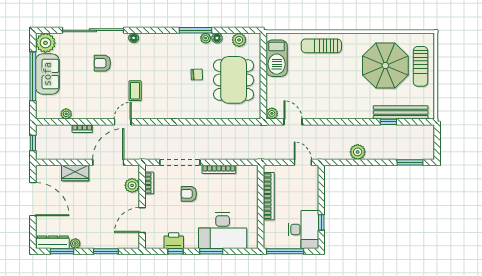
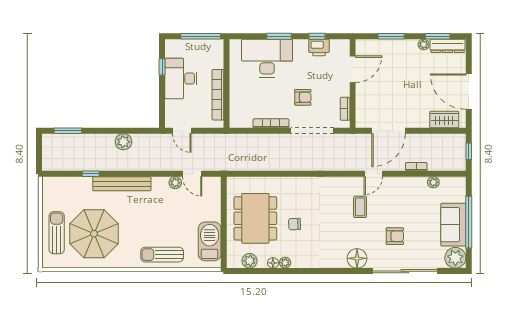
window: (196, 30) -> (296, 271), removed
floor lamp: (134, 38) -> (357, 258), width x1.89, depth x1.89
sun lounger: (321, 46) -> (162, 255), turned 180
bench: (401, 112) -> (122, 184), moved
plant: (272, 113) -> (175, 183), moved
wardrobe: (75, 173) -> (444, 119), moved
plant: (132, 185) -> (363, 106), removed
desk: (304, 229) -> (181, 78), moved

